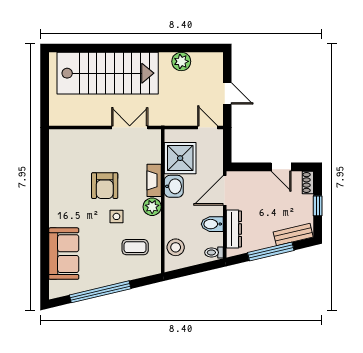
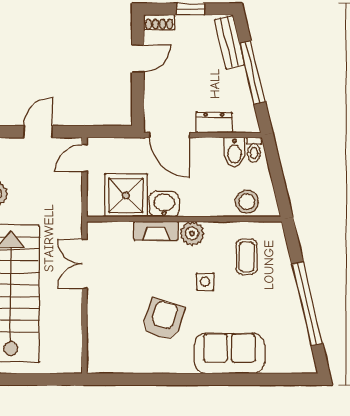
armchair: (105, 186) -> (163, 319), moved, turned -73
bidet: (212, 224) -> (234, 152), moved
dresser: (234, 229) -> (214, 123), width x0.70
sofa: (64, 254) -> (229, 353), moved

